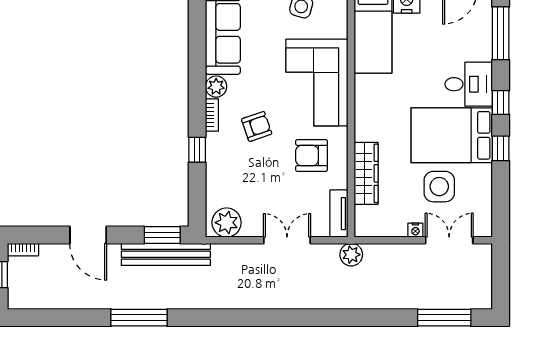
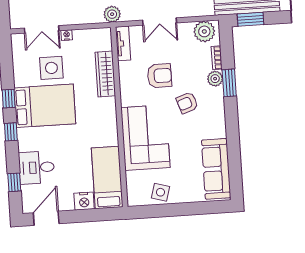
window: (501, 33) -> (14, 182), width x0.46
desk: (469, 84) -> (37, 167), moved
plant: (216, 87) -> (215, 79), moved
bookcase: (212, 115) -> (217, 58), moved
window: (197, 150) -> (229, 83), width x1.50
armchair: (311, 156) -> (159, 76), moved

